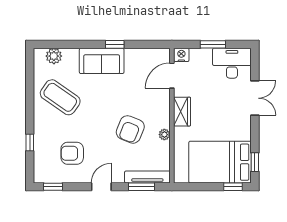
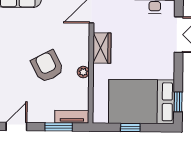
armchair: (130, 129) -> (47, 66), turned 131
tv unit: (147, 177) -> (72, 117), width x0.71
window: (233, 187) -> (130, 127), moved

